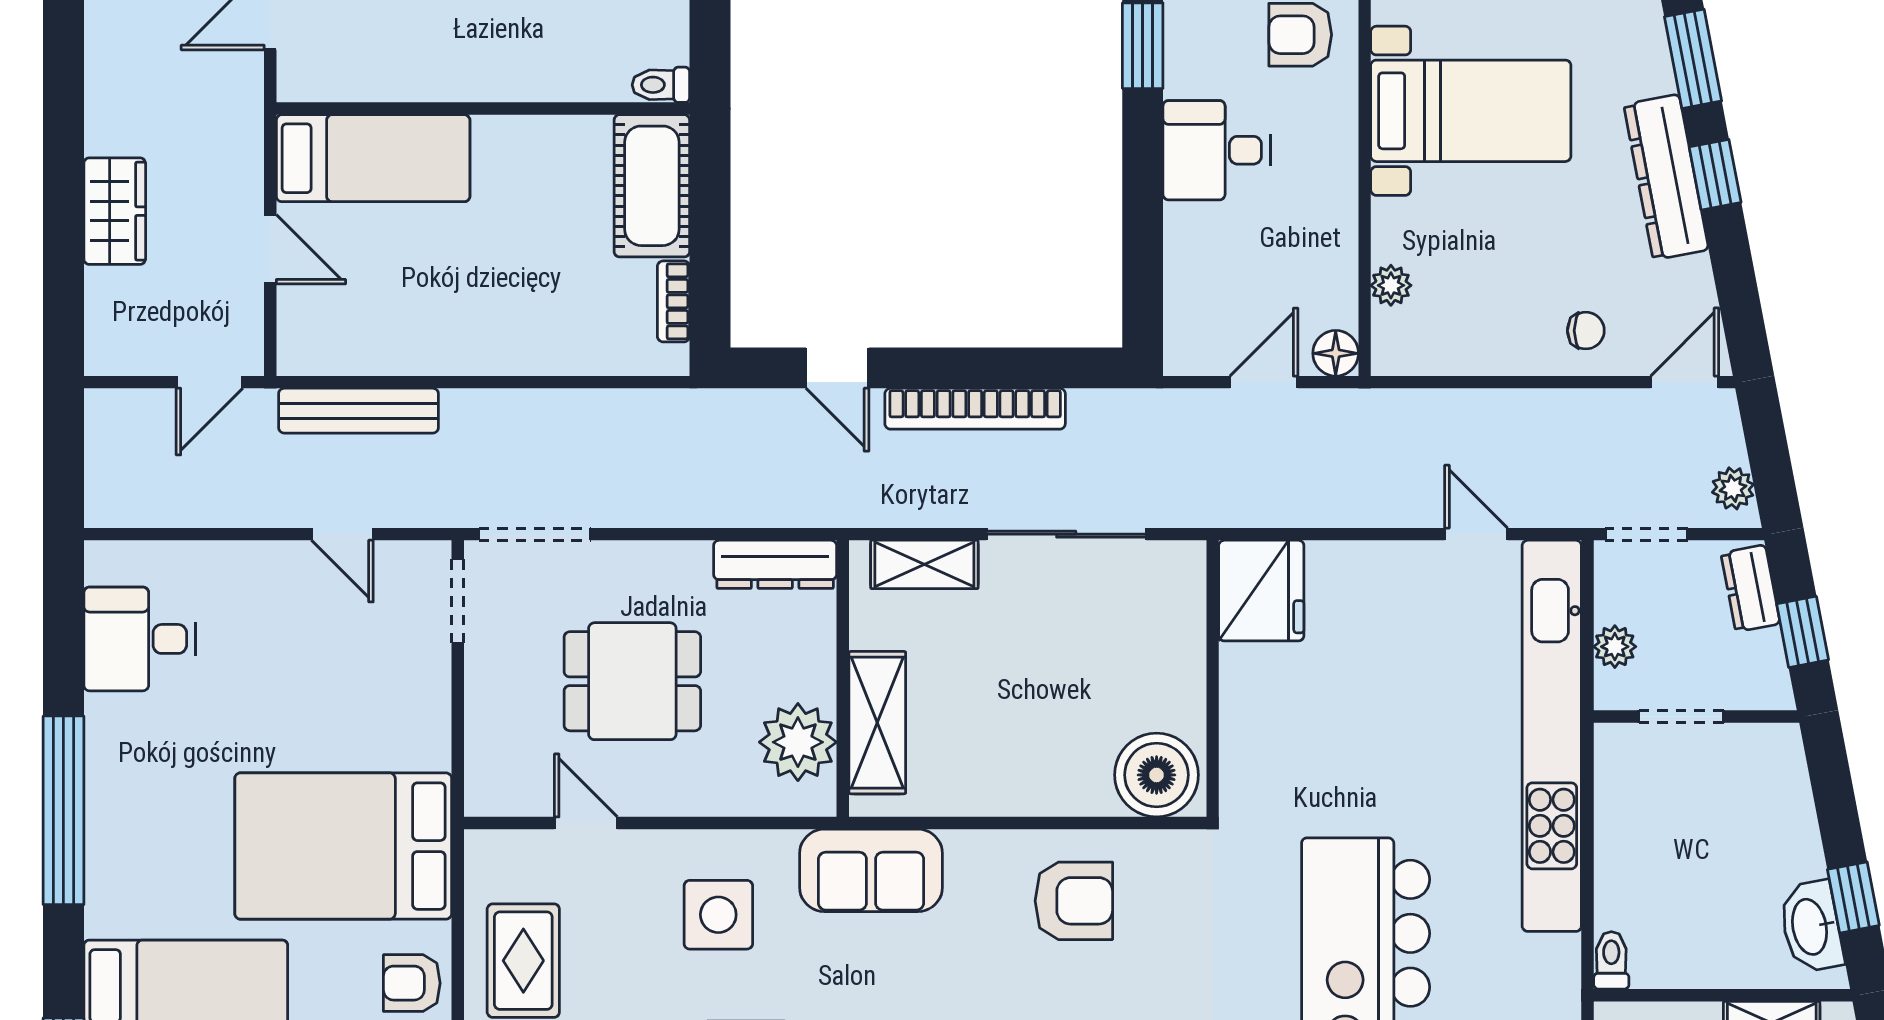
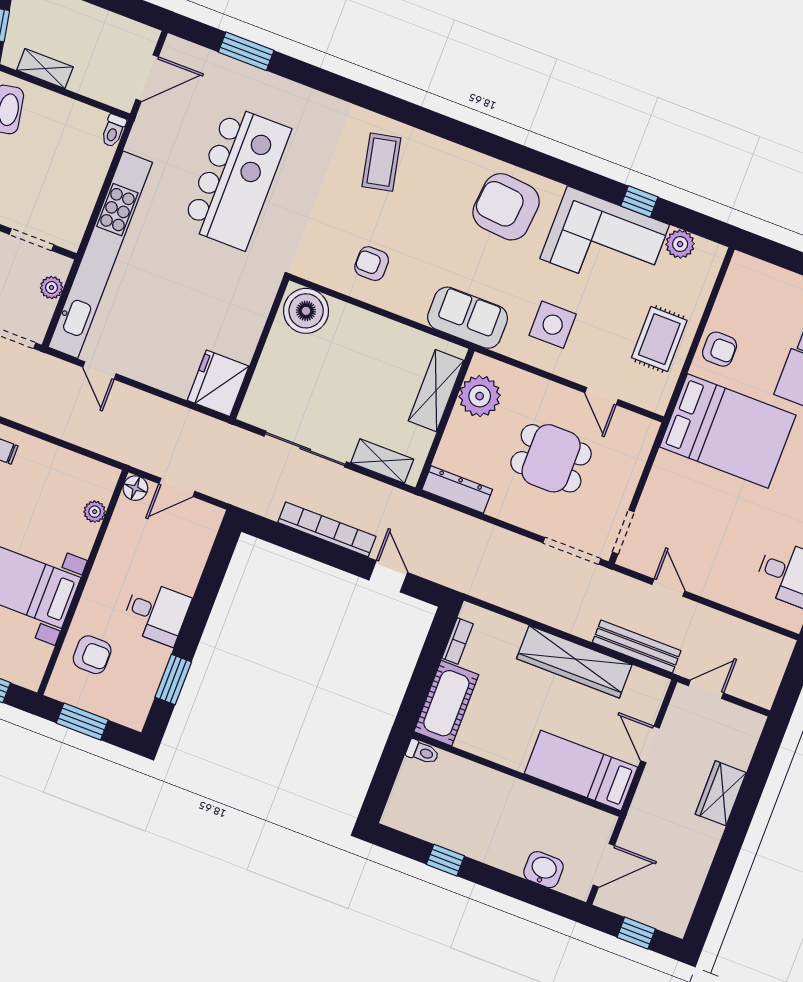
wardrobe: (457, 343) -> (574, 662), added
armchair: (1074, 901) -> (372, 264), width x0.72, depth x0.72

